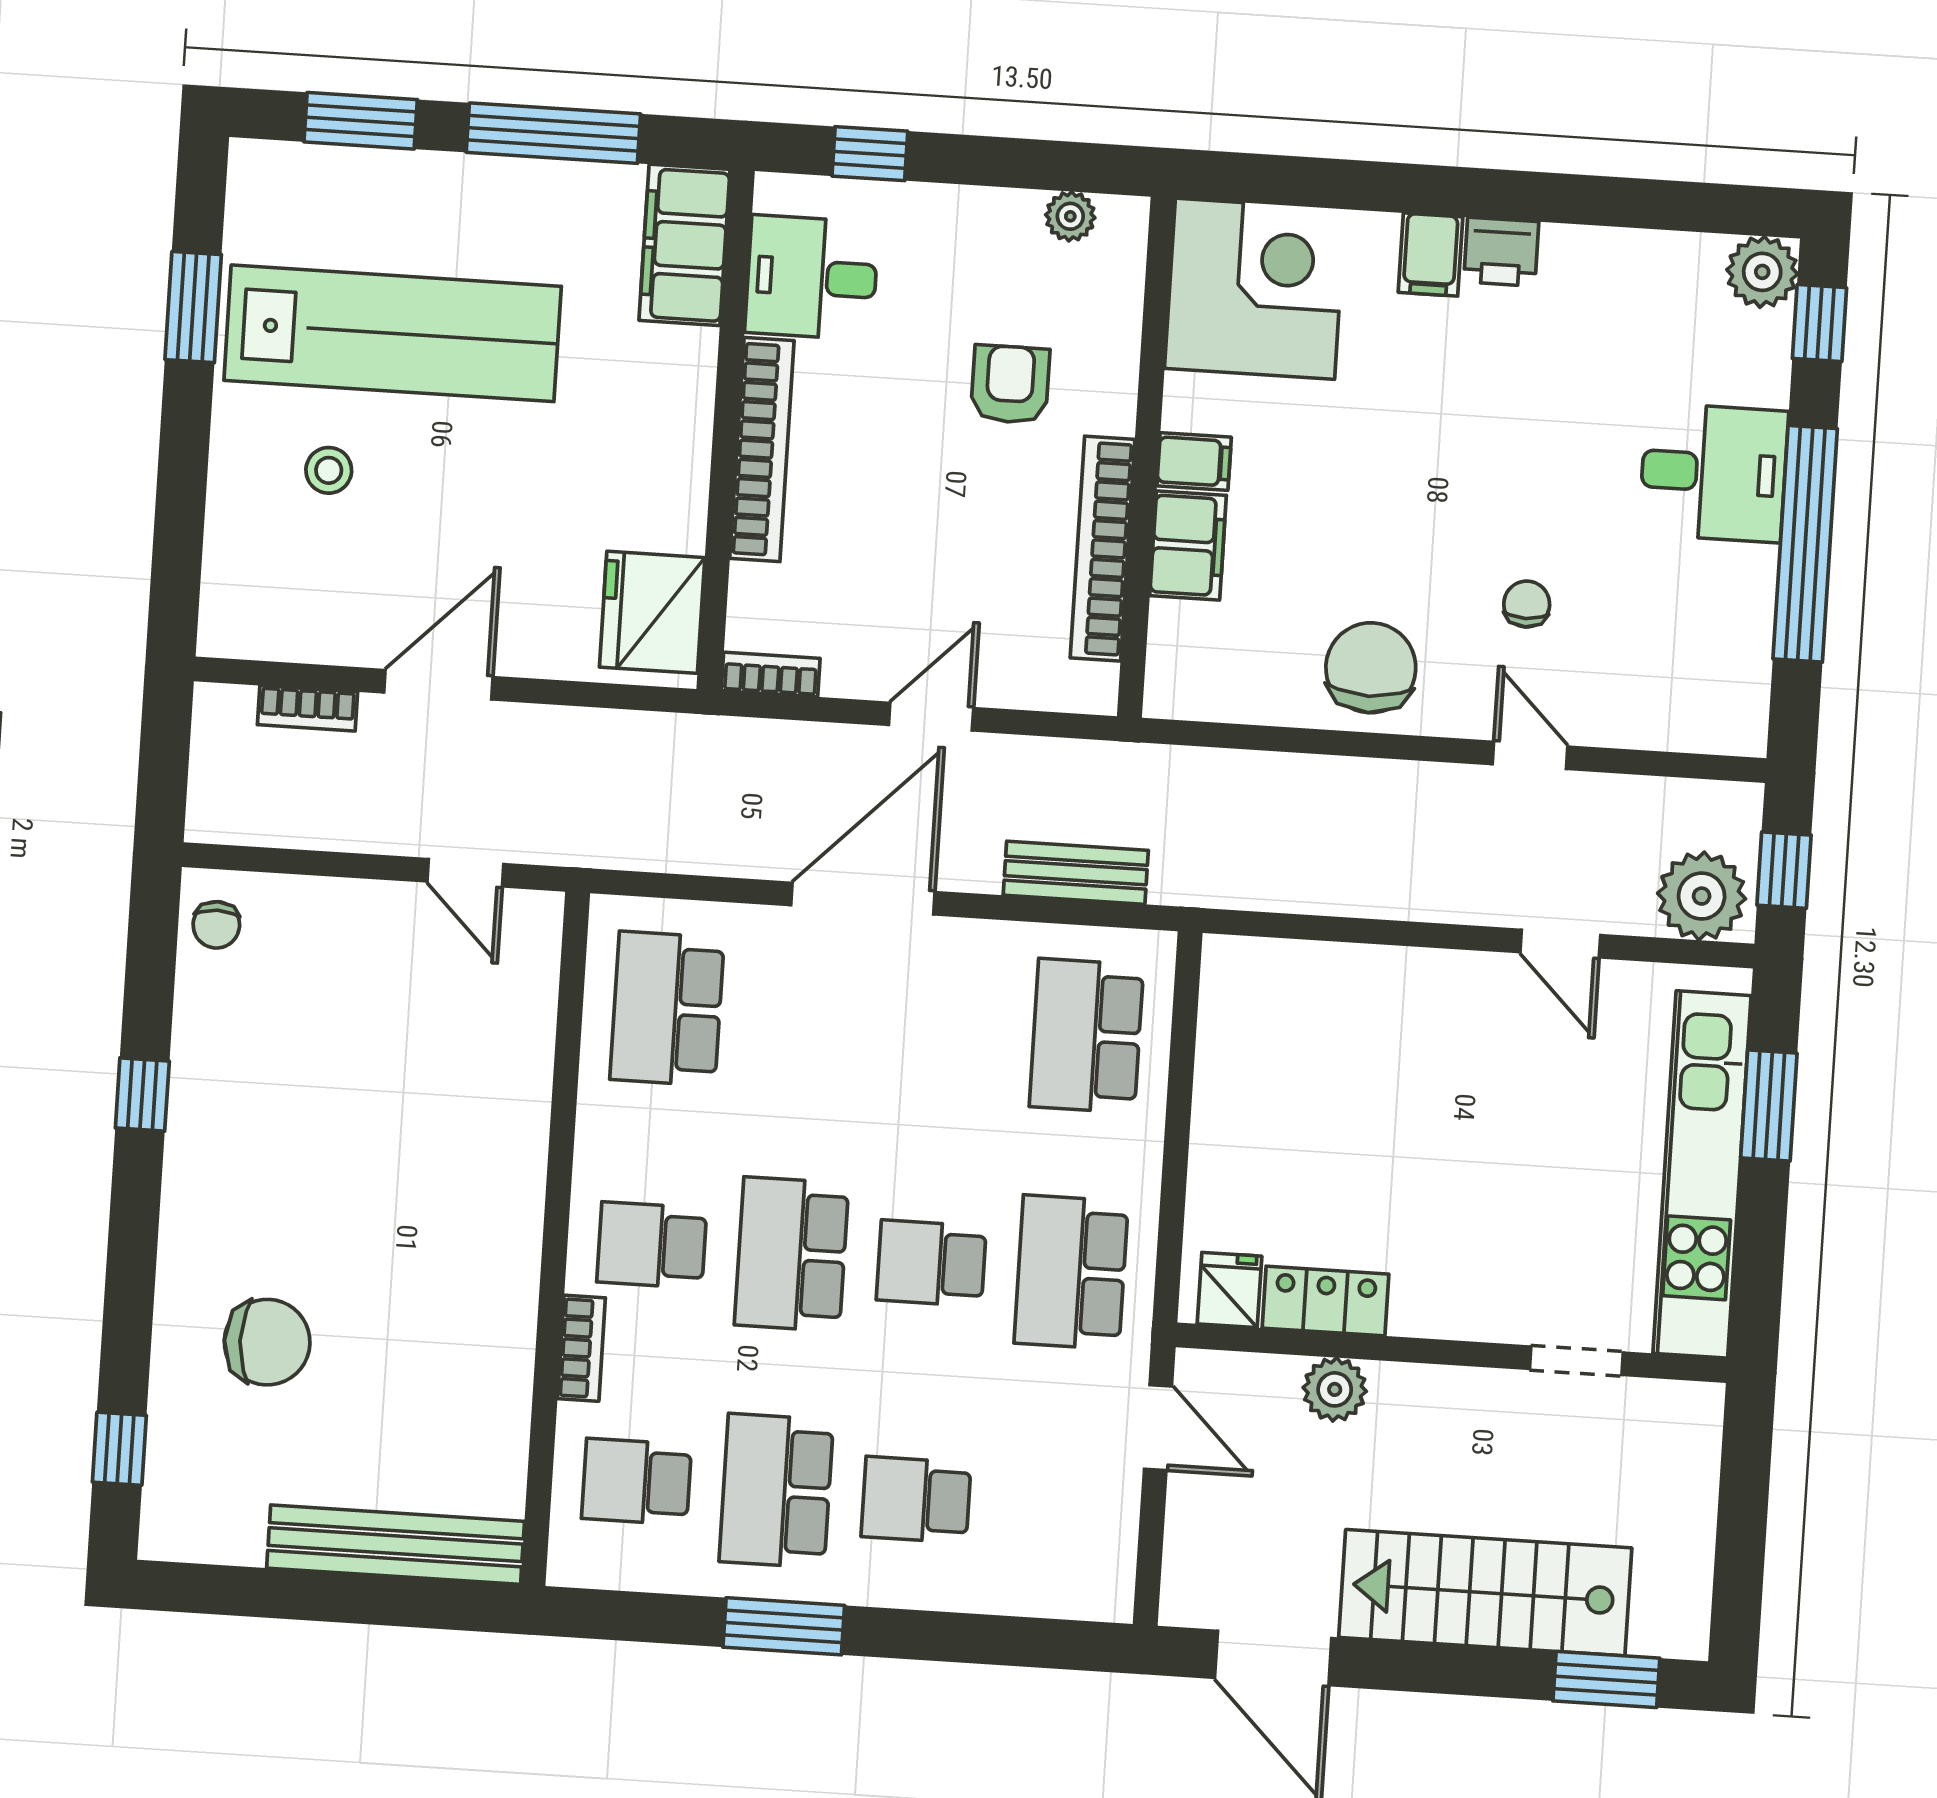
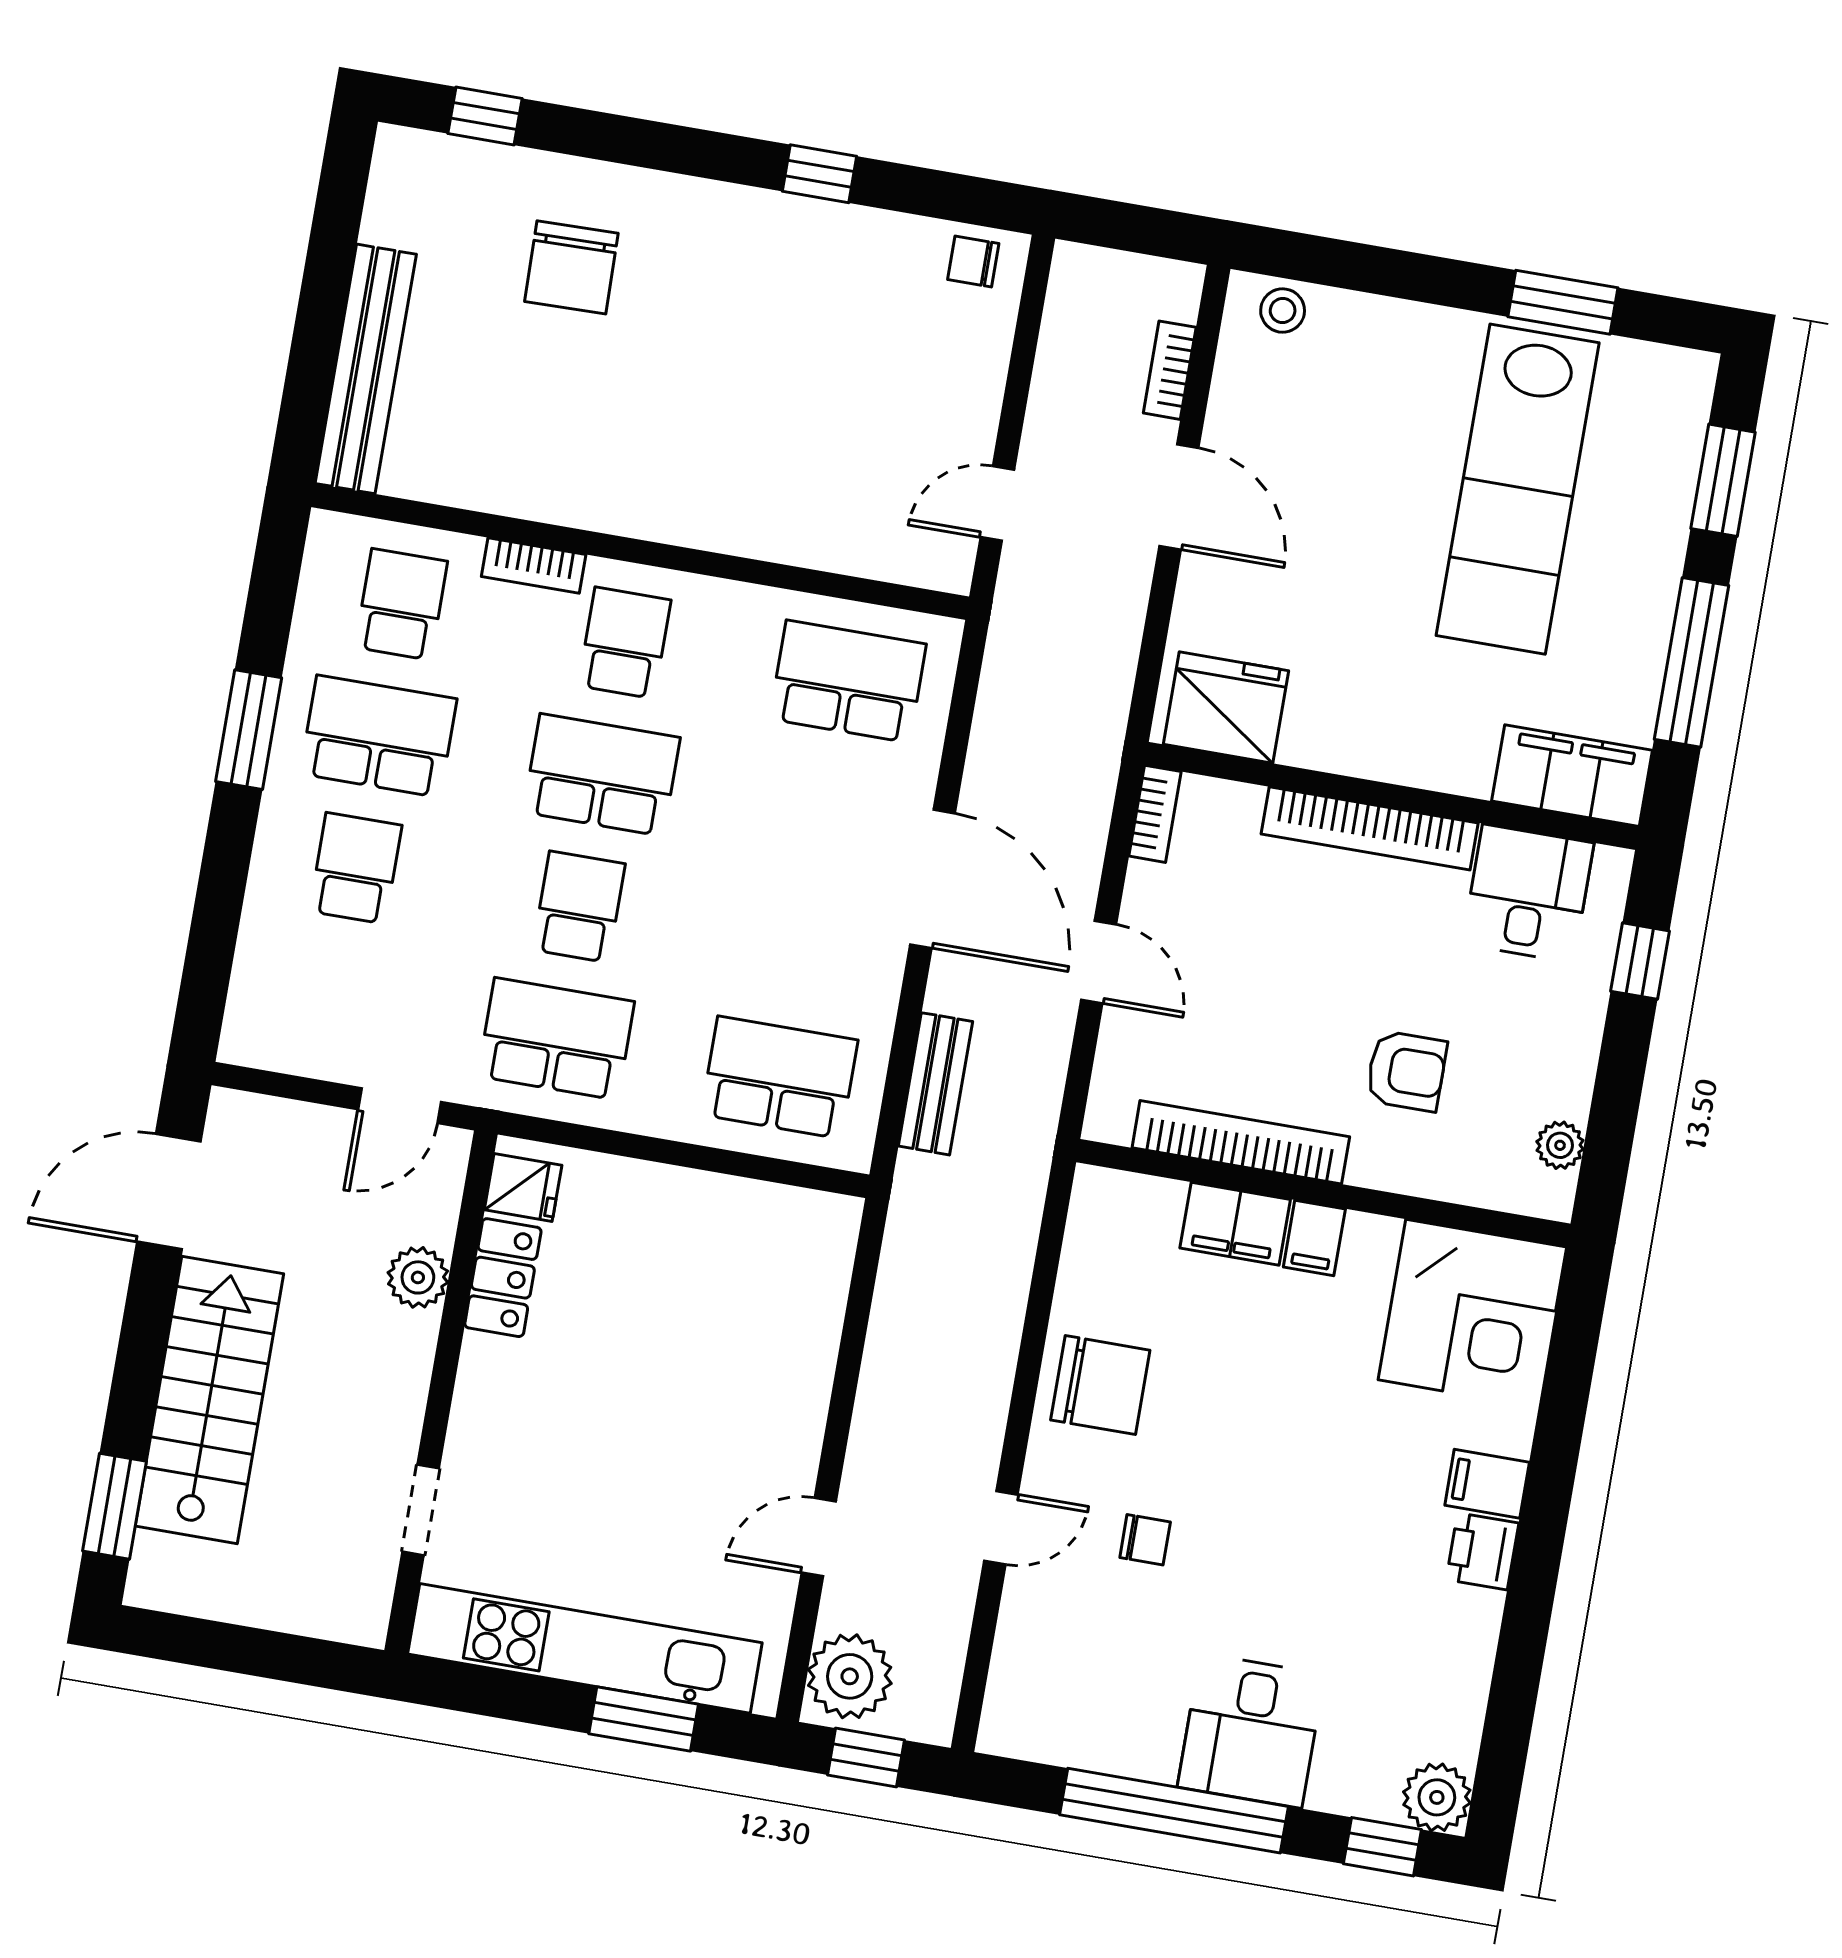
stool: (329, 470) -> (1283, 311), moved

